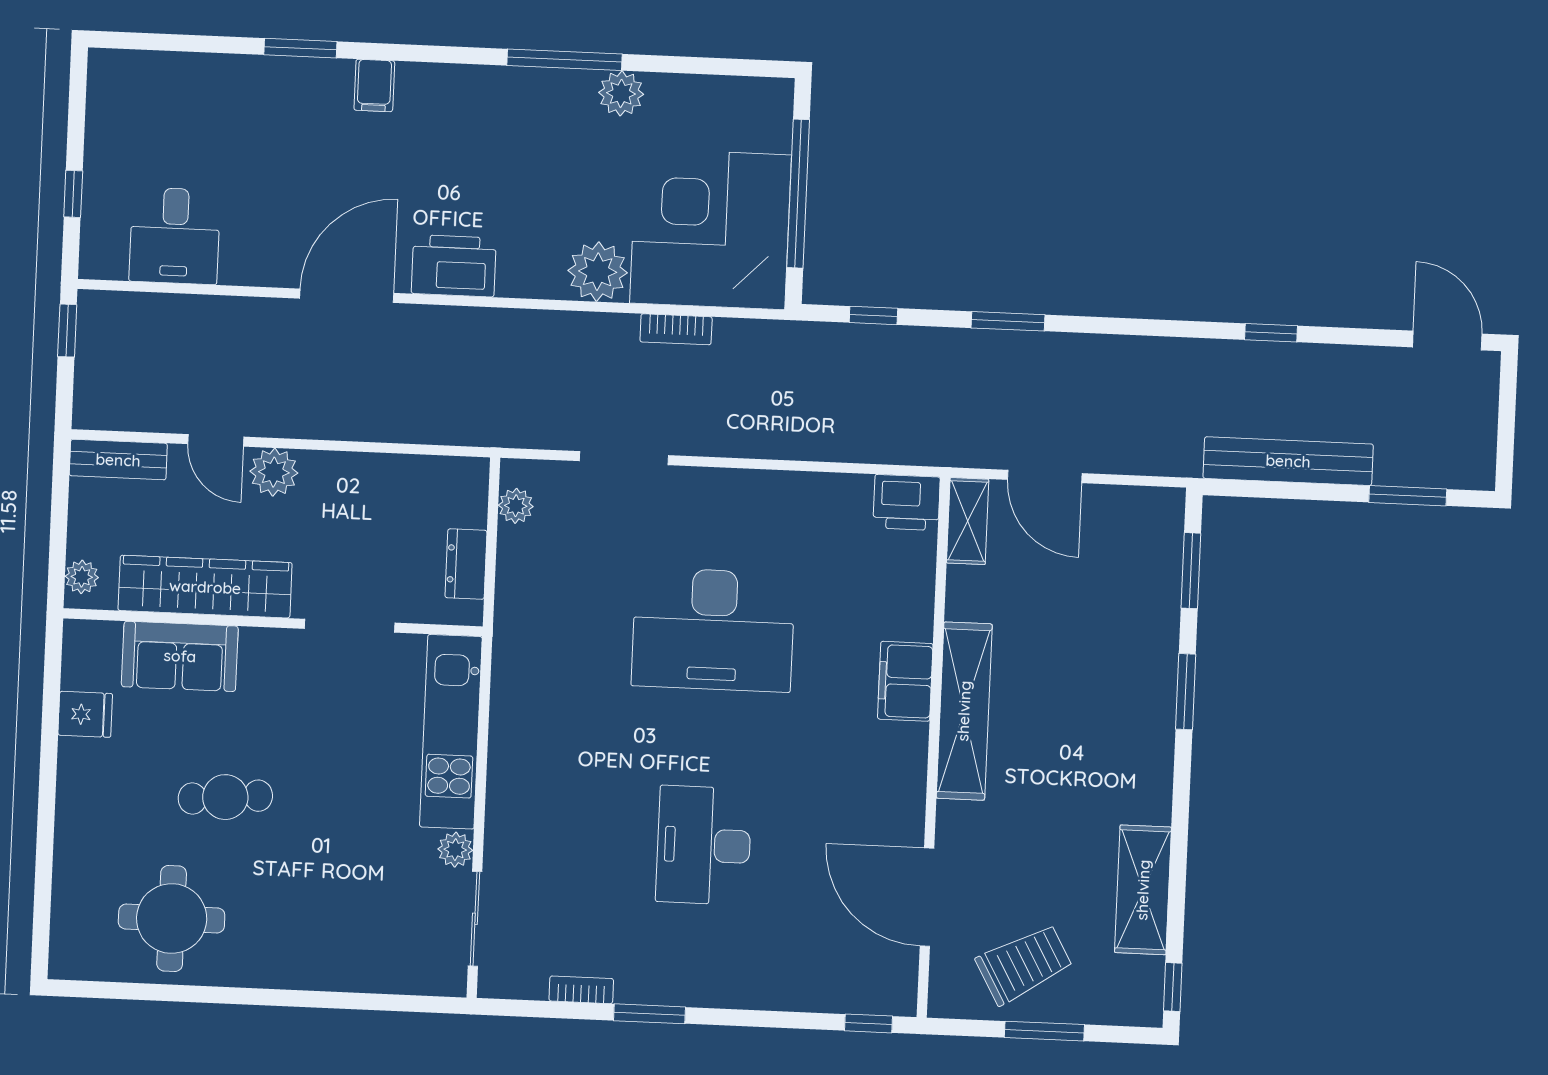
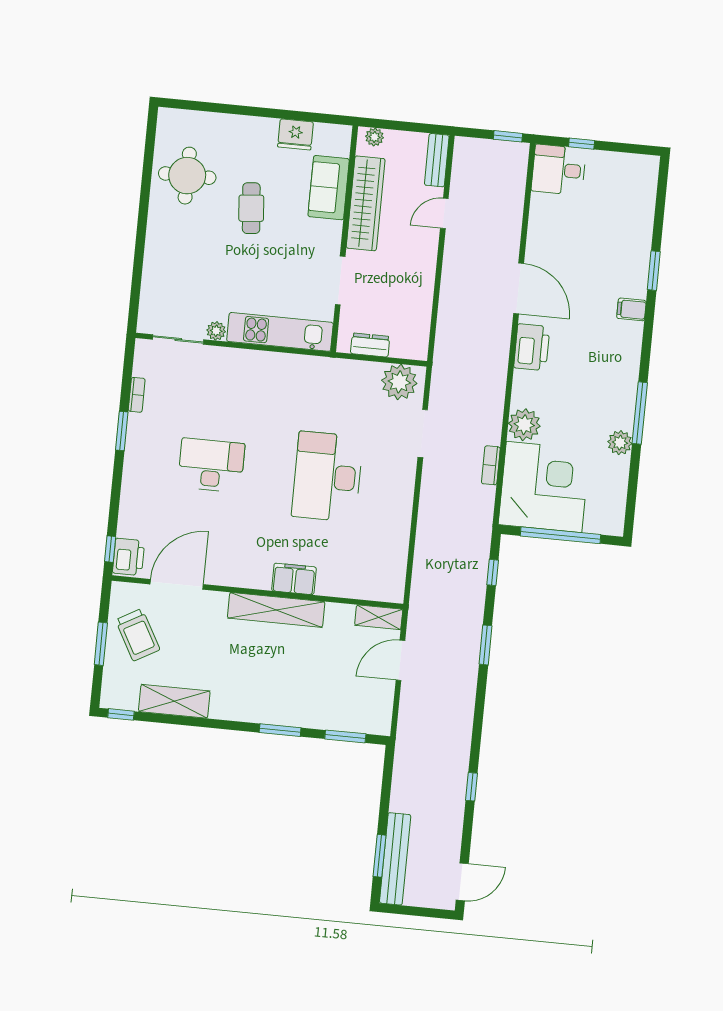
desk: (175, 236) -> (559, 170), moved
bench: (1288, 461) -> (395, 859), moved
plant: (274, 472) -> (425, 244), removed
printer: (907, 502) -> (129, 557), moved, turned 180
plant: (516, 506) -> (399, 382), width x1.87, depth x1.87
fridge: (85, 714) -> (295, 134), width x1.38

